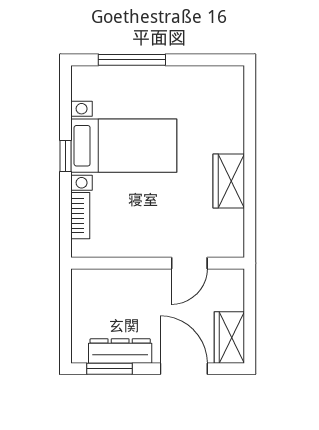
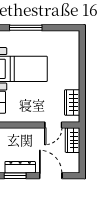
wardrobe: (229, 181) -> (72, 102), moved
wardrobe: (229, 337) -> (72, 140), moved

